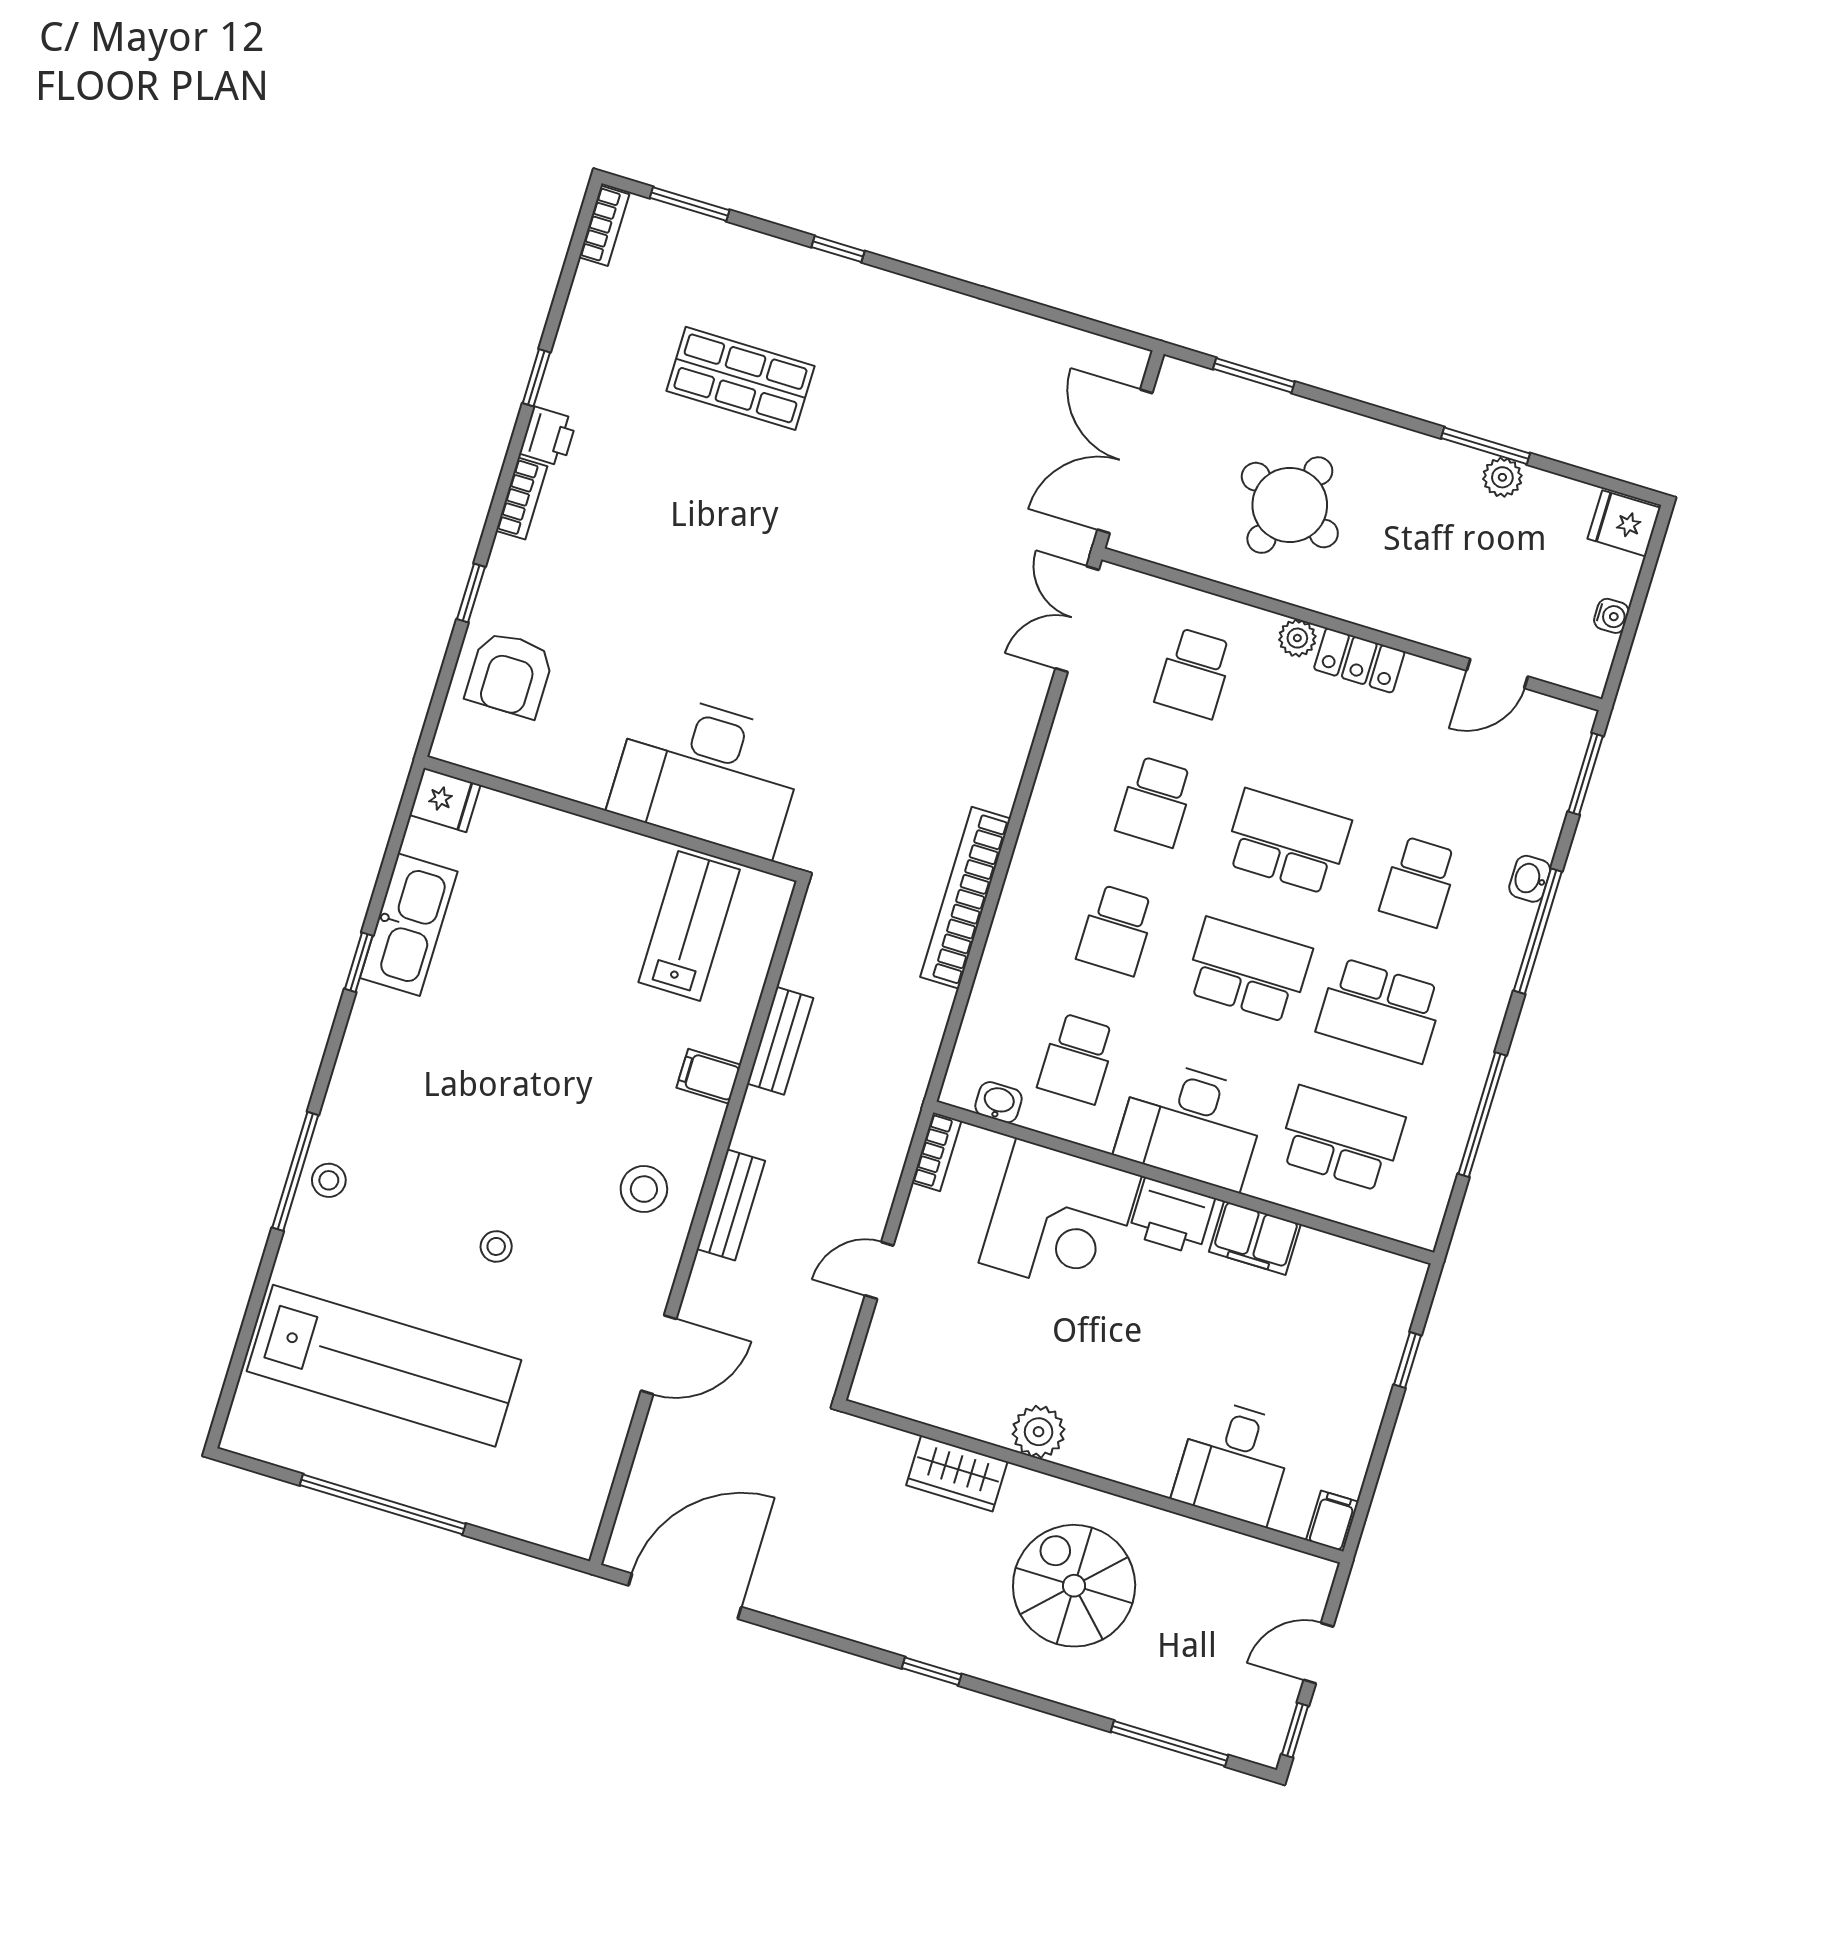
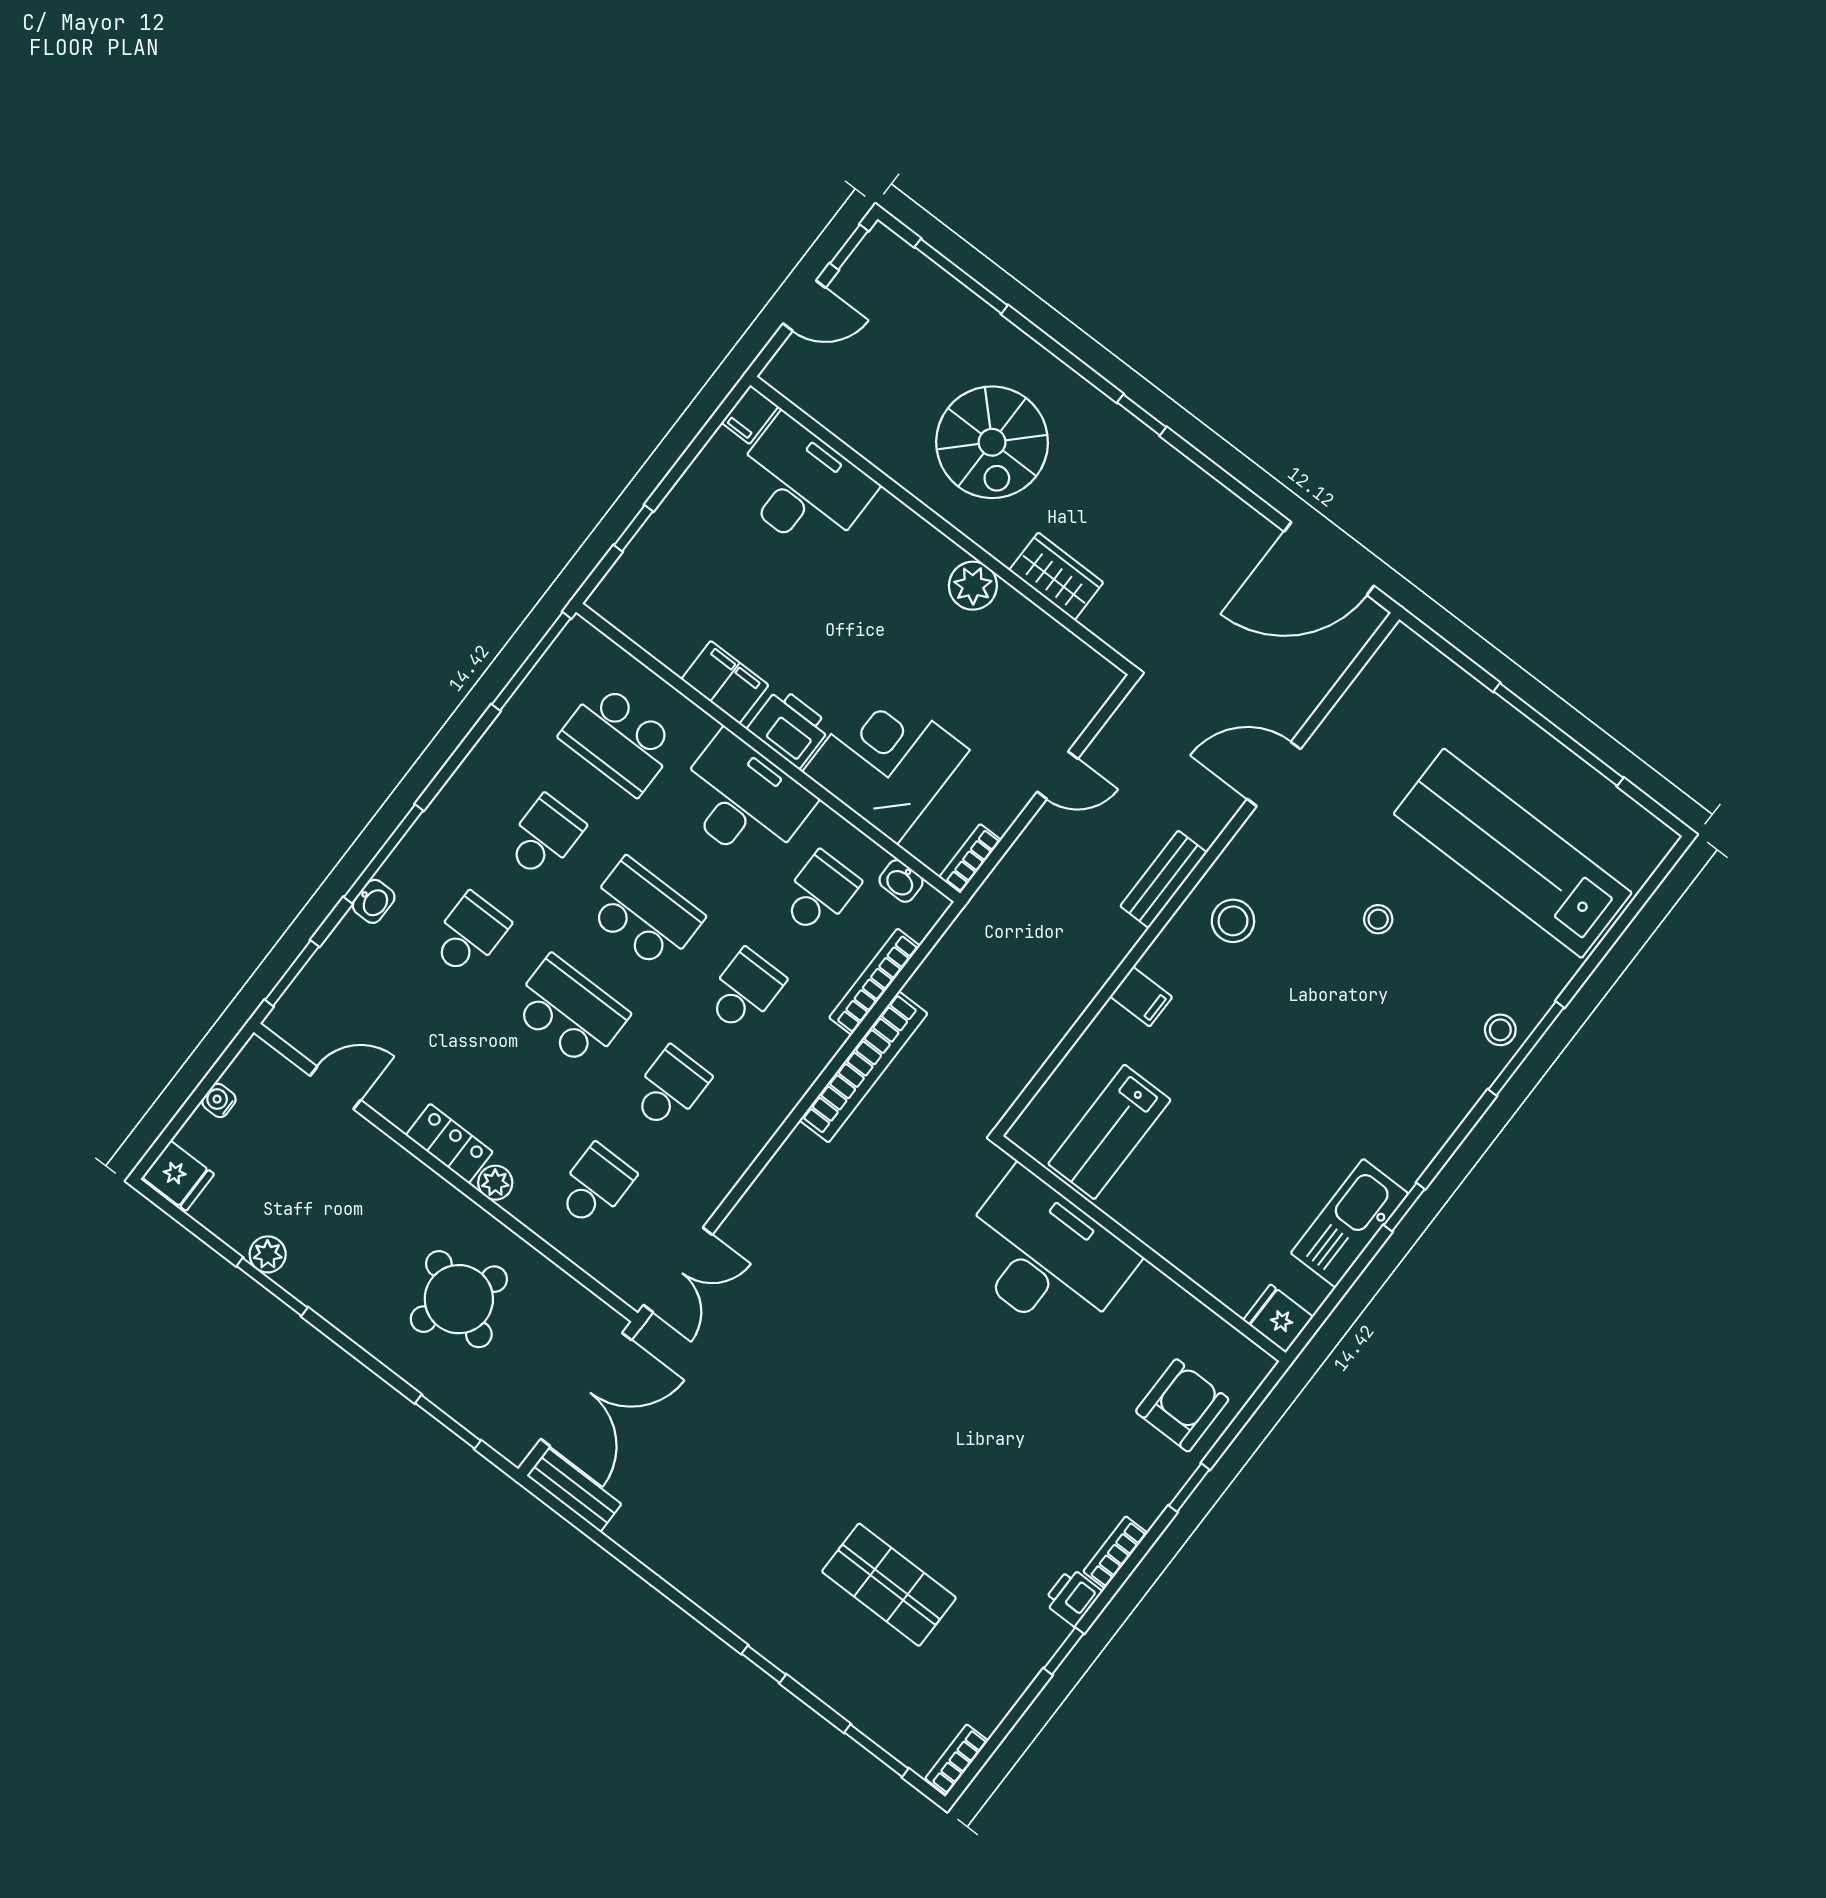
school desk: (1287, 842) -> (570, 1011), turned 180
school desk: (1248, 970) -> (644, 914), turned 180
bookcase: (987, 989) -> (874, 982), added
school desk: (1380, 1010) -> (544, 837), width x0.54
bench: (780, 1041) -> (574, 1490), moved, turned 90
window: (1482, 1115) -> (531, 661), moved
desk: (1234, 1462) -> (802, 486), width x1.37

